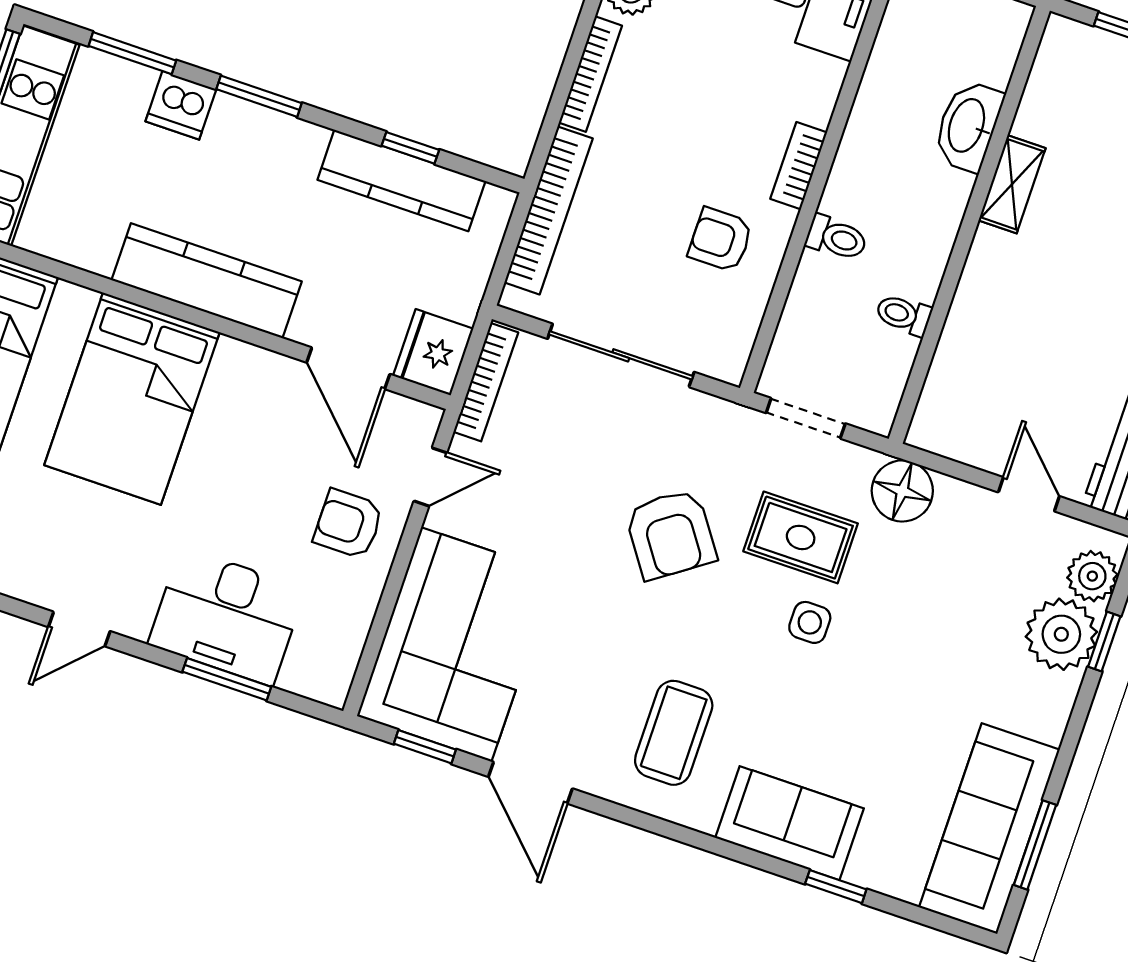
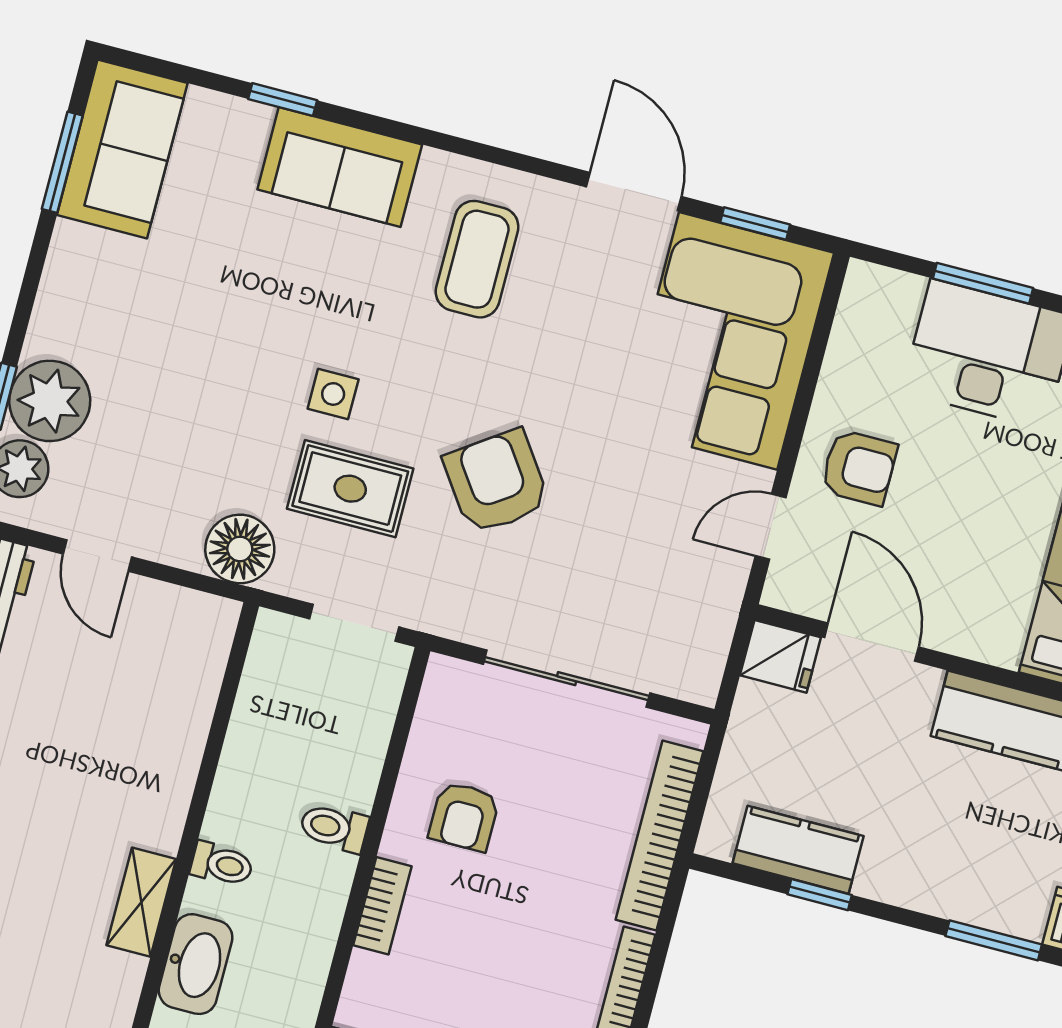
kitchen counter: (401, 180) -> (798, 850), width x0.67
armchair: (721, 240) -> (464, 816), turned 90
toilet: (904, 315) -> (222, 864), moved
fridge: (433, 352) -> (780, 656), width x0.72
bookcase: (486, 382) -> (716, 638), removed
sofa: (989, 829) -> (122, 149), width x0.73

